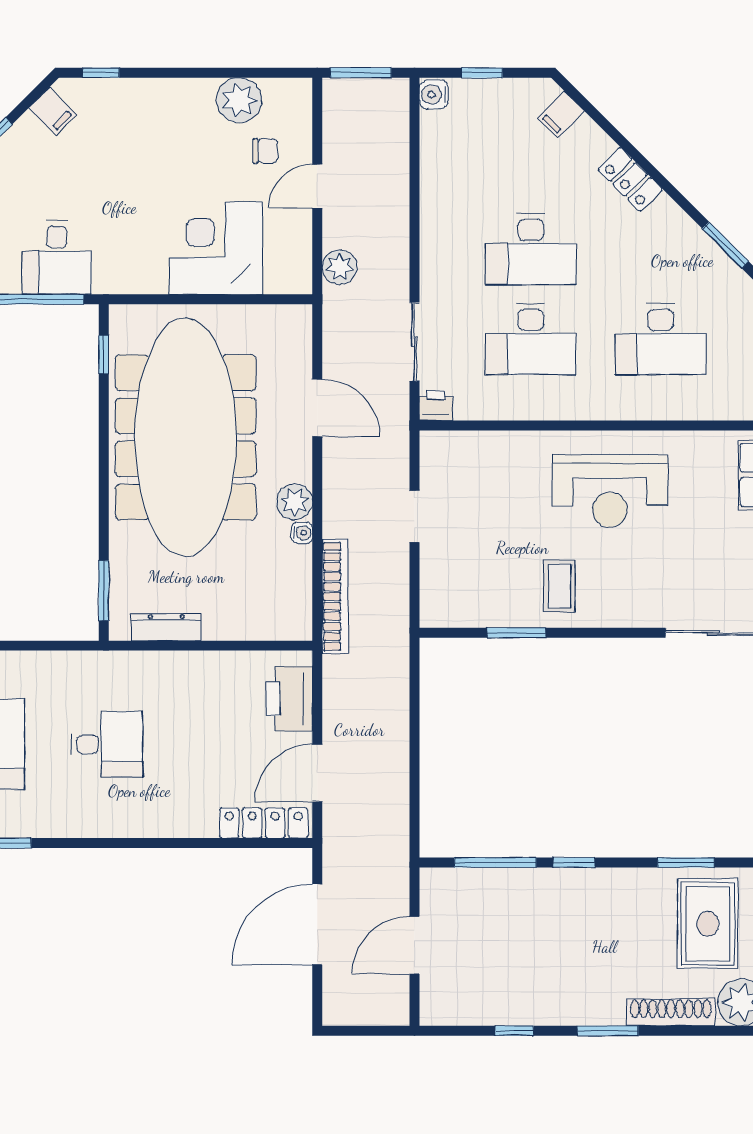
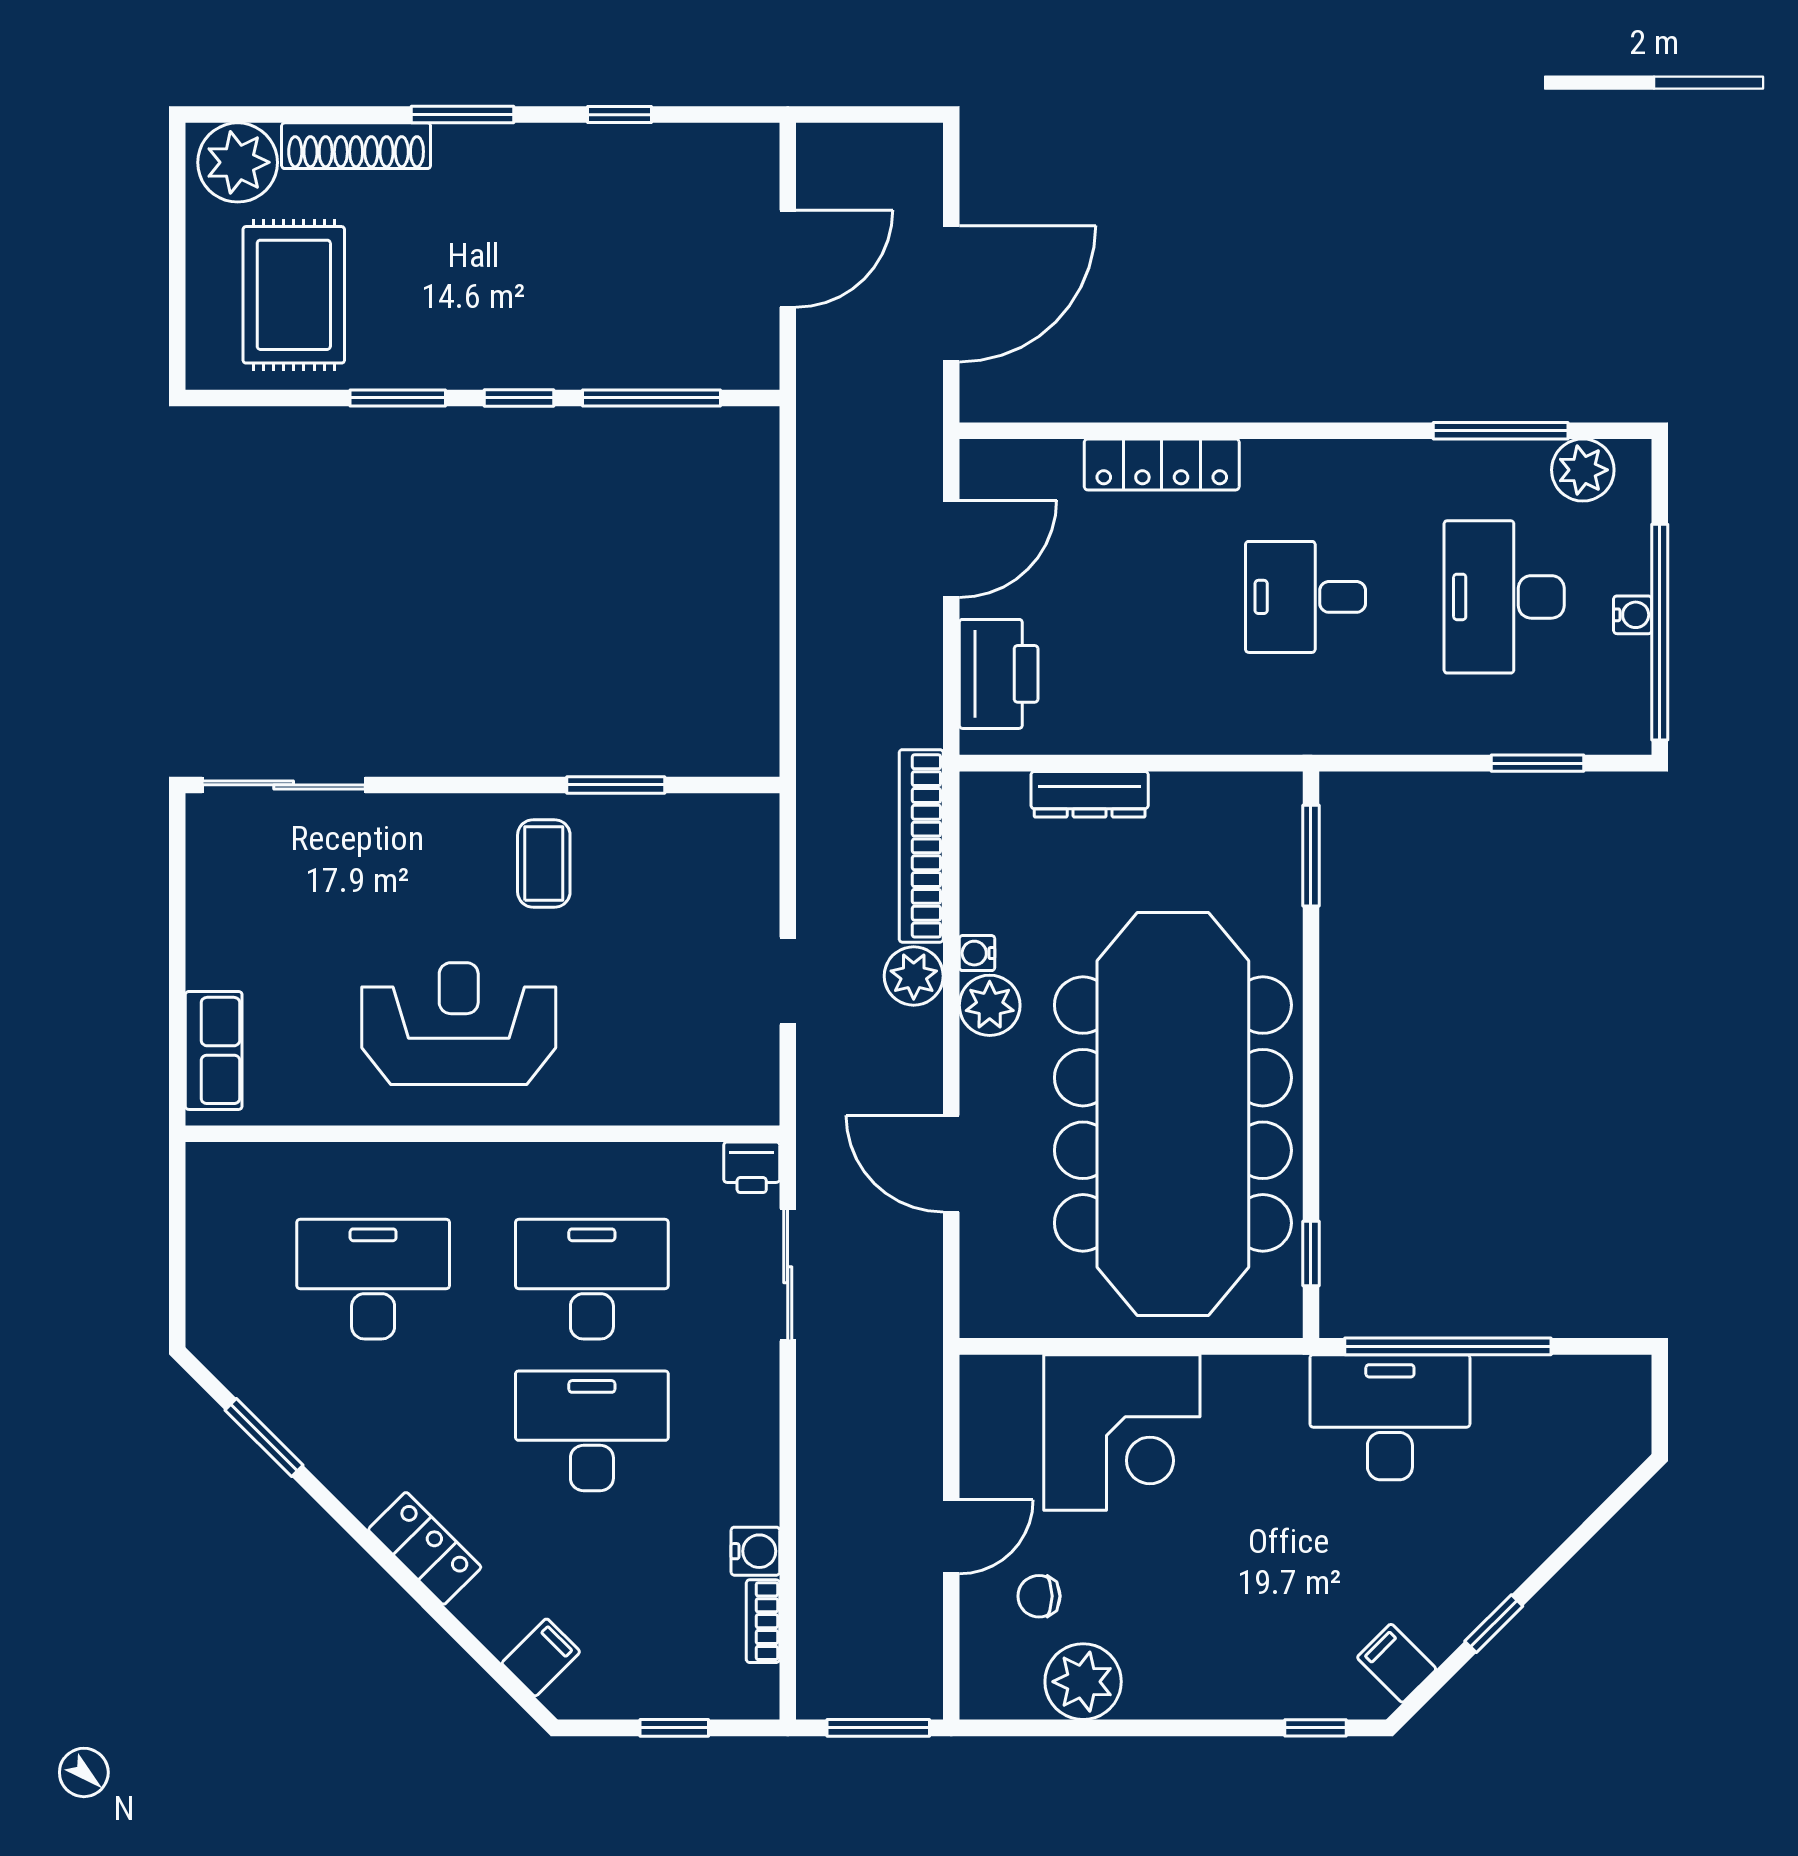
water cooler: (434, 95) -> (755, 1551), moved
bookcase: (429, 136) -> (763, 1621), added
desk: (57, 257) -> (1390, 1417), width x1.37
plant: (340, 267) -> (914, 976), moved
dresser: (166, 627) -> (1090, 794), moved
locker: (264, 823) -> (1162, 464), moved
window: (686, 863) -> (398, 398), moved

